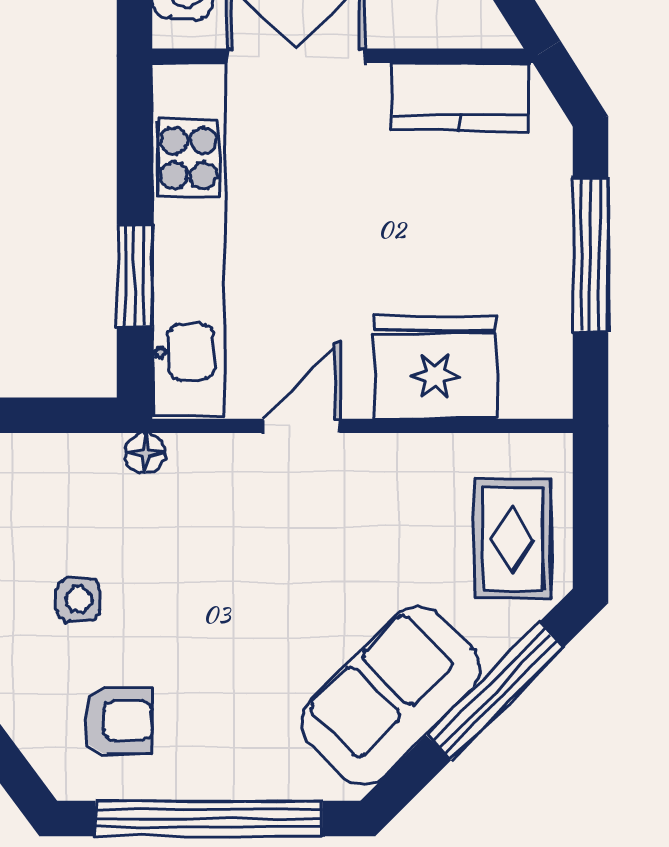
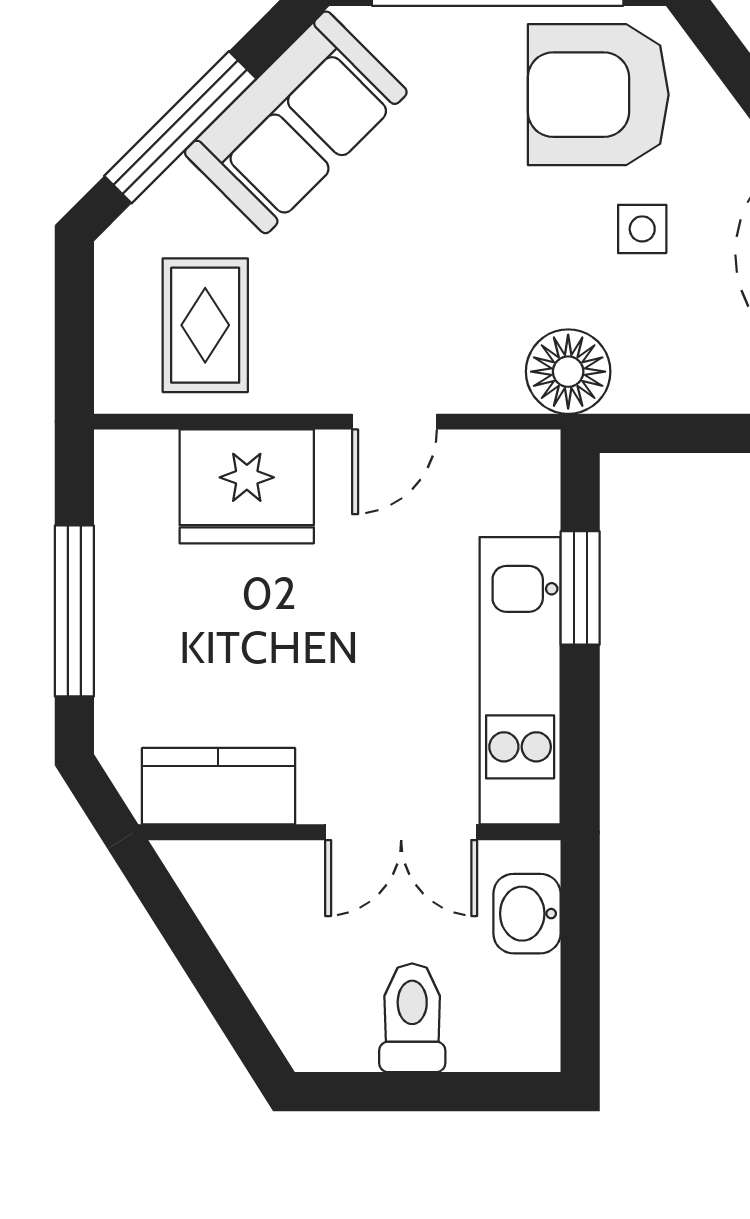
kitchen unit: (189, 239) -> (520, 681), width x0.73
floor lamp: (145, 453) -> (568, 372), width x1.89, depth x1.89
rug: (512, 539) -> (205, 325), moved
armchair: (118, 721) -> (598, 95), width x1.88, depth x1.88

